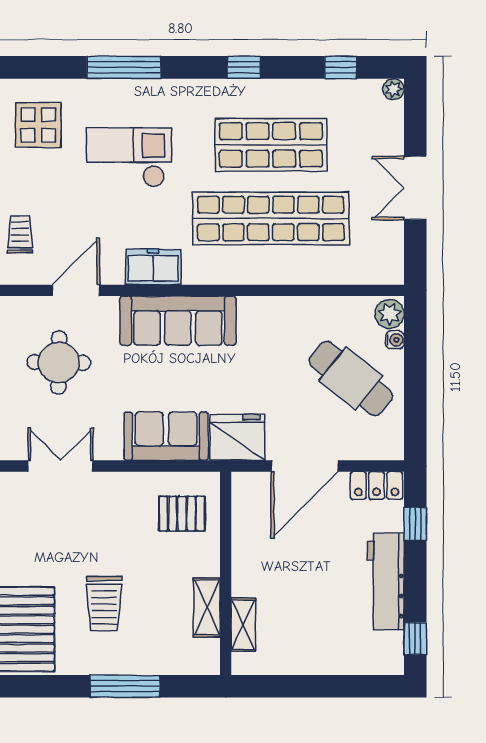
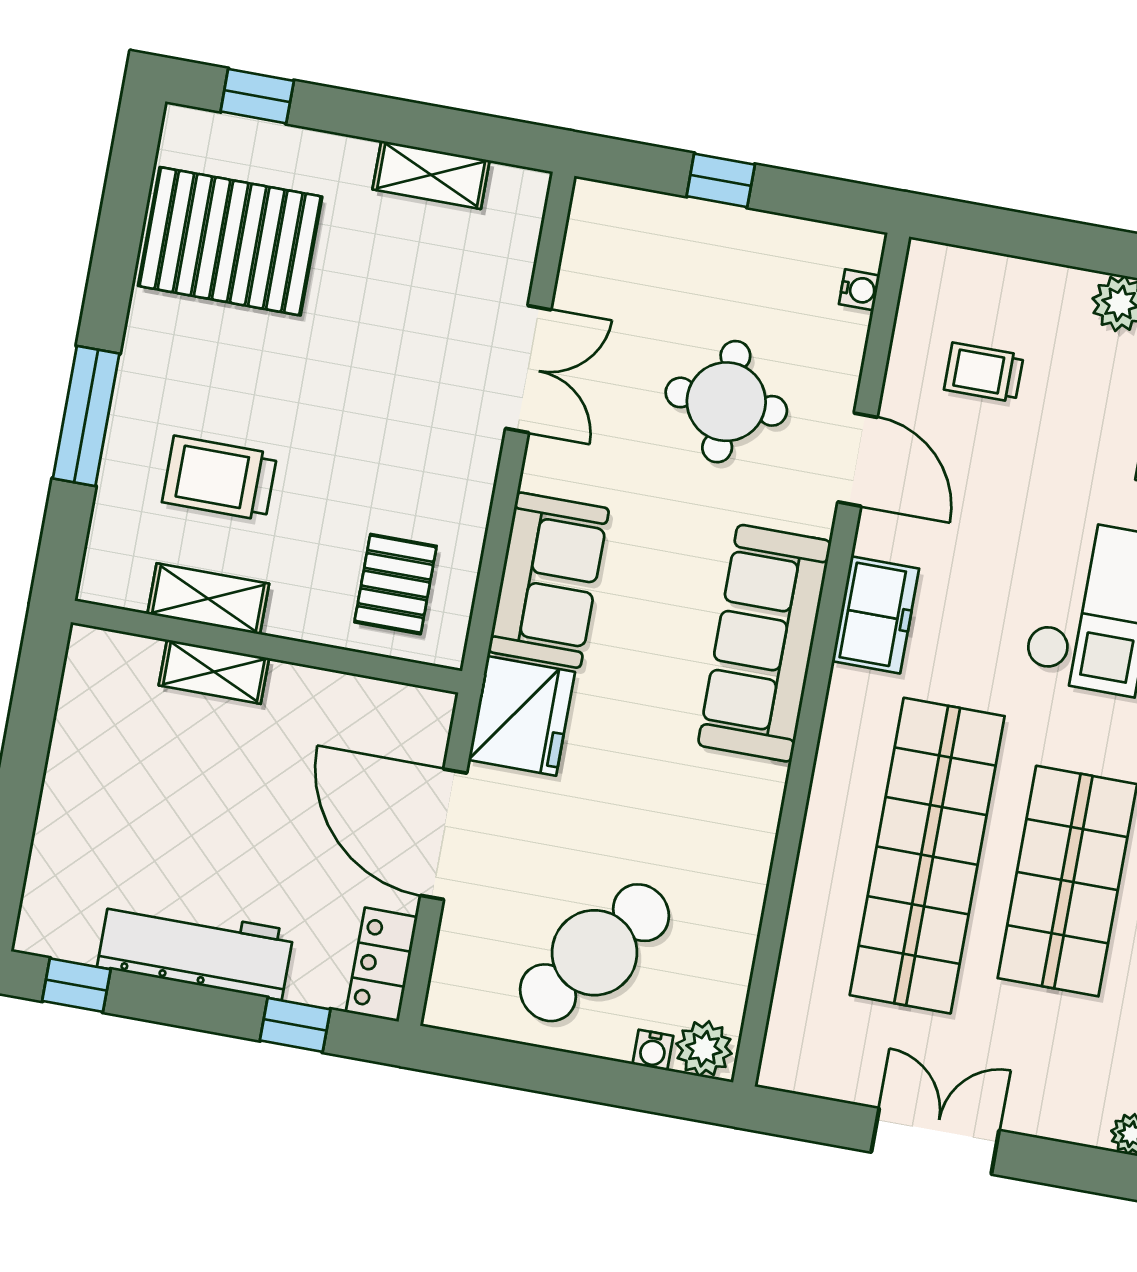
trolley: (20, 234) -> (984, 372), turned 180
trolley: (104, 604) -> (220, 478), moved
shelving: (243, 625) -> (214, 672), moved

